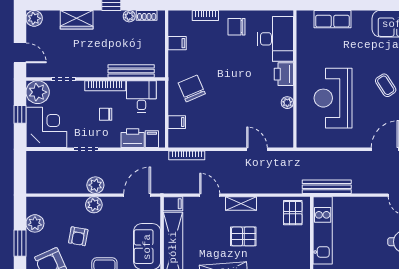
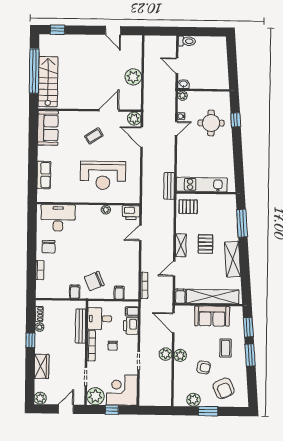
filing cabinet: (177, 43) -> (75, 292), moved
printer: (284, 74) -> (131, 213), moved
bench: (327, 187) -> (169, 186), width x0.73

